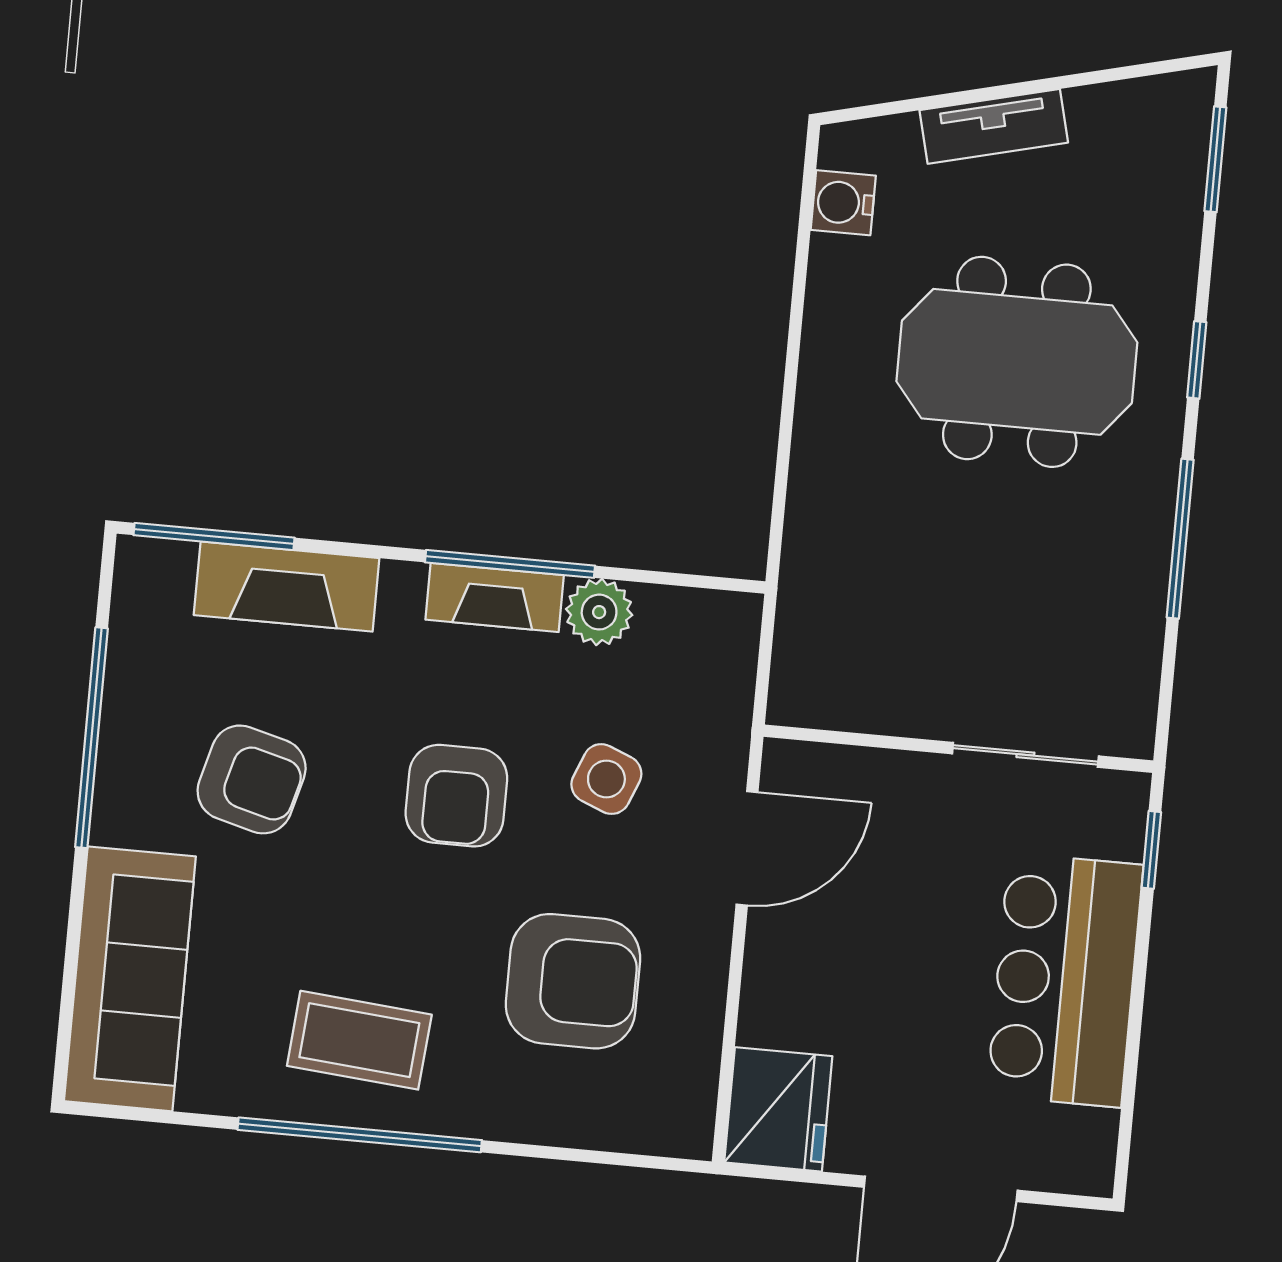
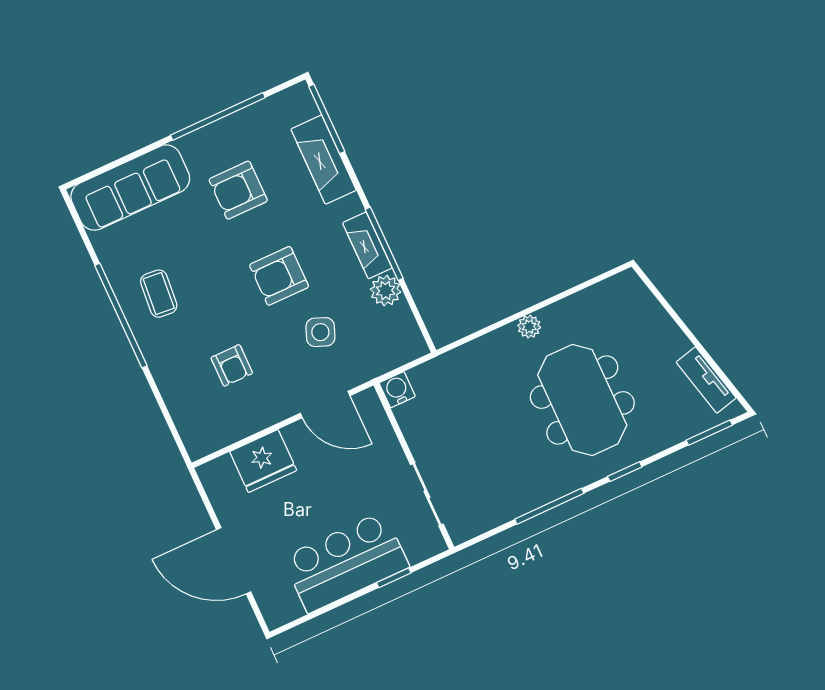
tv unit: (994, 126) -> (706, 380), moved
water cooler: (843, 203) -> (397, 390), moved
plant: (822, 382) -> (529, 327), added
armchair: (252, 779) -> (238, 190), turned 75
window: (1151, 850) -> (394, 578), moved
armchair: (573, 981) -> (232, 365), width x0.53, depth x0.53
coffee table: (359, 1040) -> (159, 294), width x0.73, depth x0.77
fridge: (778, 1109) -> (263, 461), moved

